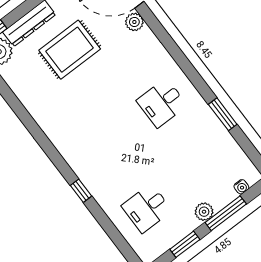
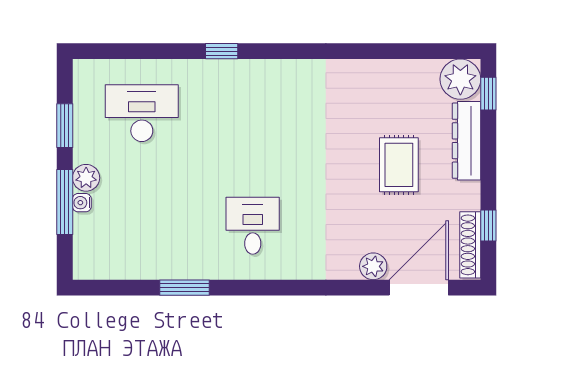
rug: (70, 50) -> (399, 165), width x0.73, depth x0.70
water cooler: (241, 187) -> (82, 203), moved
desk: (147, 208) -> (142, 113), width x1.37

